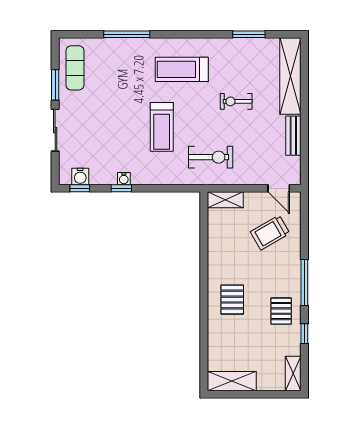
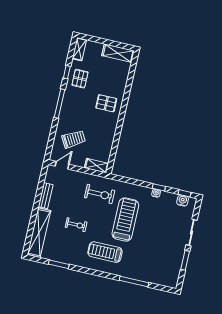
exercise mat: (75, 68) -> (170, 268), removed
treadmill: (182, 69) -> (105, 252), turned 180
treadmill: (162, 127) -> (125, 219), width x1.37, depth x1.38
exercise bike: (211, 157) -> (100, 194), turned 180
door: (279, 188) -> (62, 165), hinge flipped
pallet: (232, 300) -> (106, 103), turned 90
pallet: (281, 311) -> (80, 79), moved

